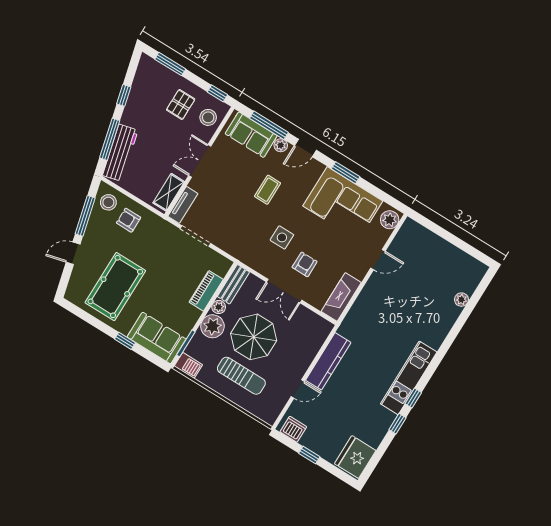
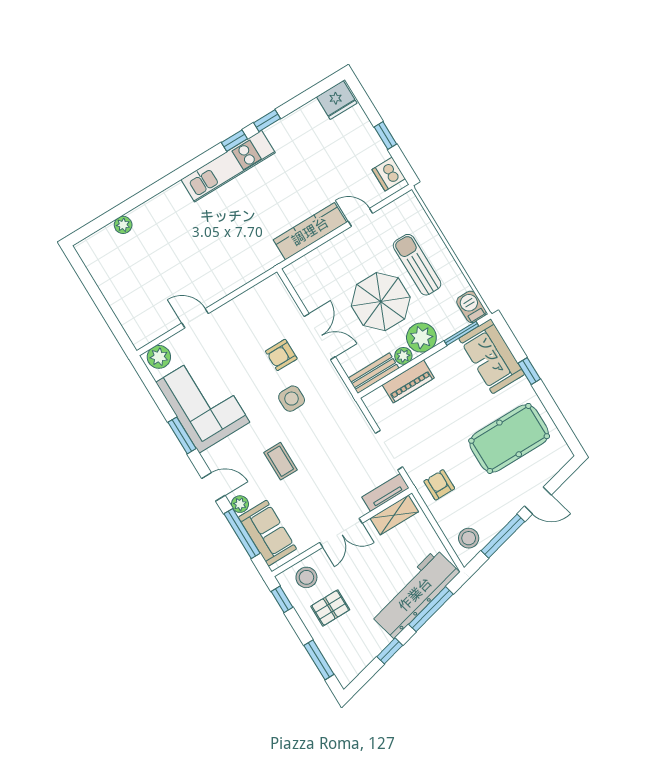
workbench: (120, 153) -> (415, 594), width x1.36, depth x1.32
coffee table: (268, 190) -> (280, 461), turned 90
armchair: (129, 220) -> (439, 485), moved, turned 180
fireplace: (341, 297) -> (258, 297), removed
fridge: (355, 457) -> (337, 100), width x0.73, depth x0.75

